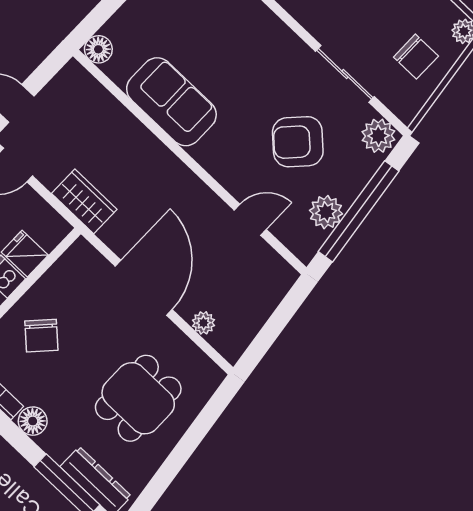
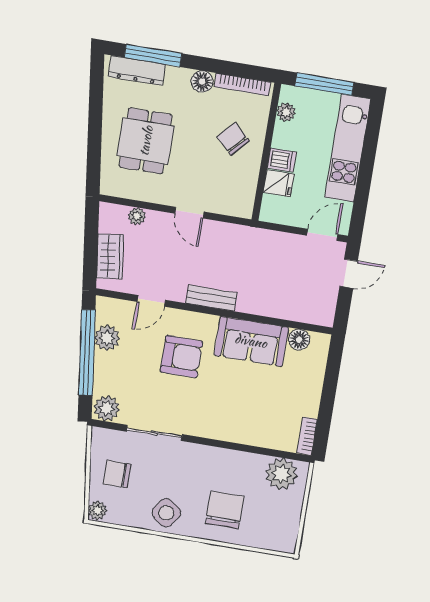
floor lamp: (98, 49) -> (299, 340), moved
armchair: (298, 142) -> (181, 357), moved, turned 47
bench: (183, 178) -> (211, 298), added
wardrobe: (84, 201) -> (110, 256), moved, turned -97
door: (144, 288) -> (189, 213), width x0.53

